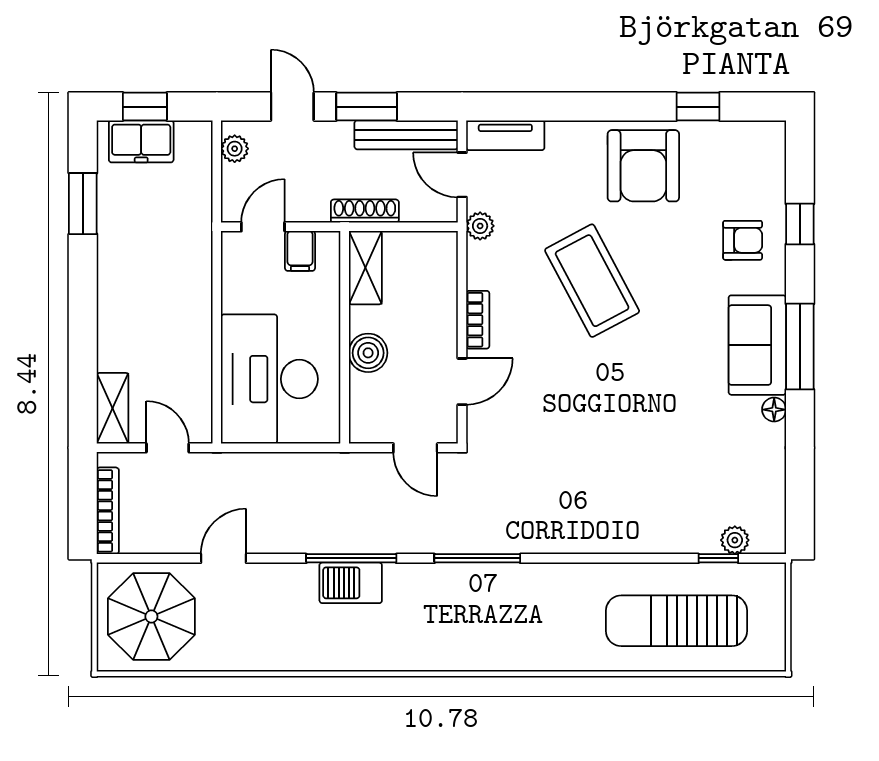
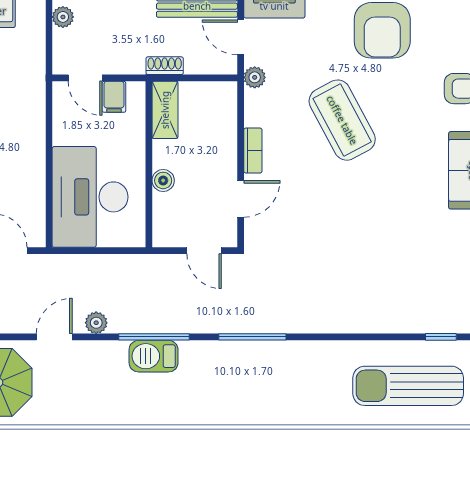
shoe rack: (365, 211) -> (165, 66), width x0.70
door: (263, 227) -> (85, 78), swing flipped
boiler: (368, 353) -> (163, 180), width x0.73, depth x0.73
plant: (735, 540) -> (96, 323), moved

